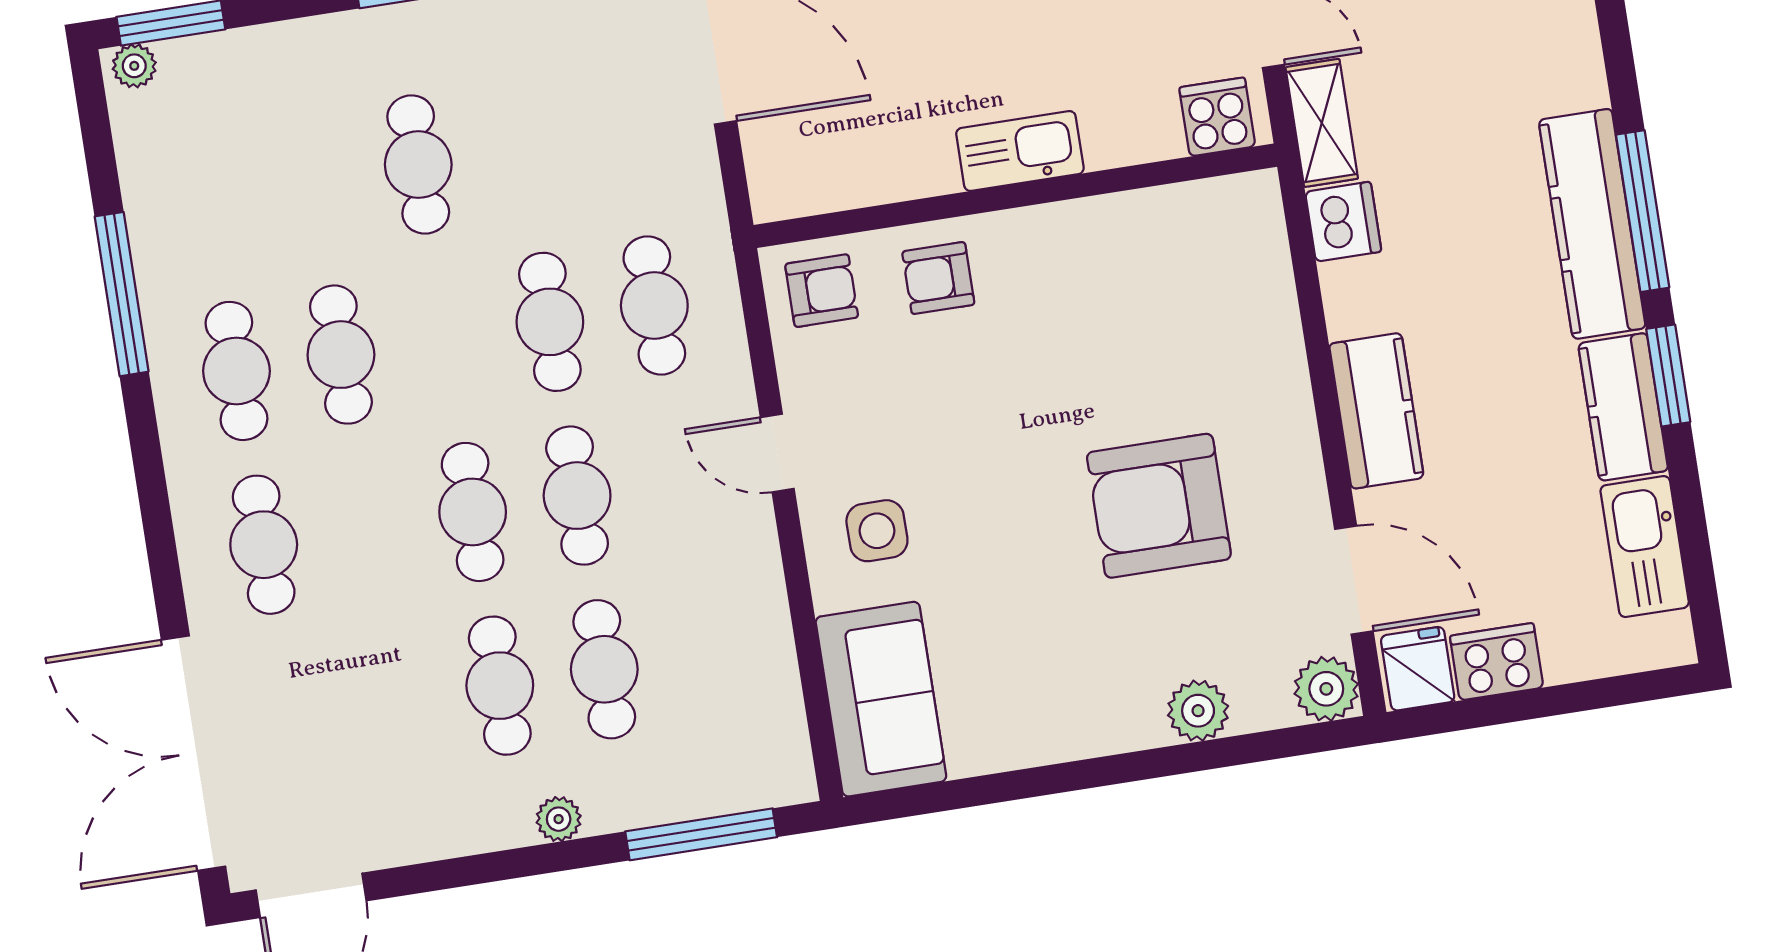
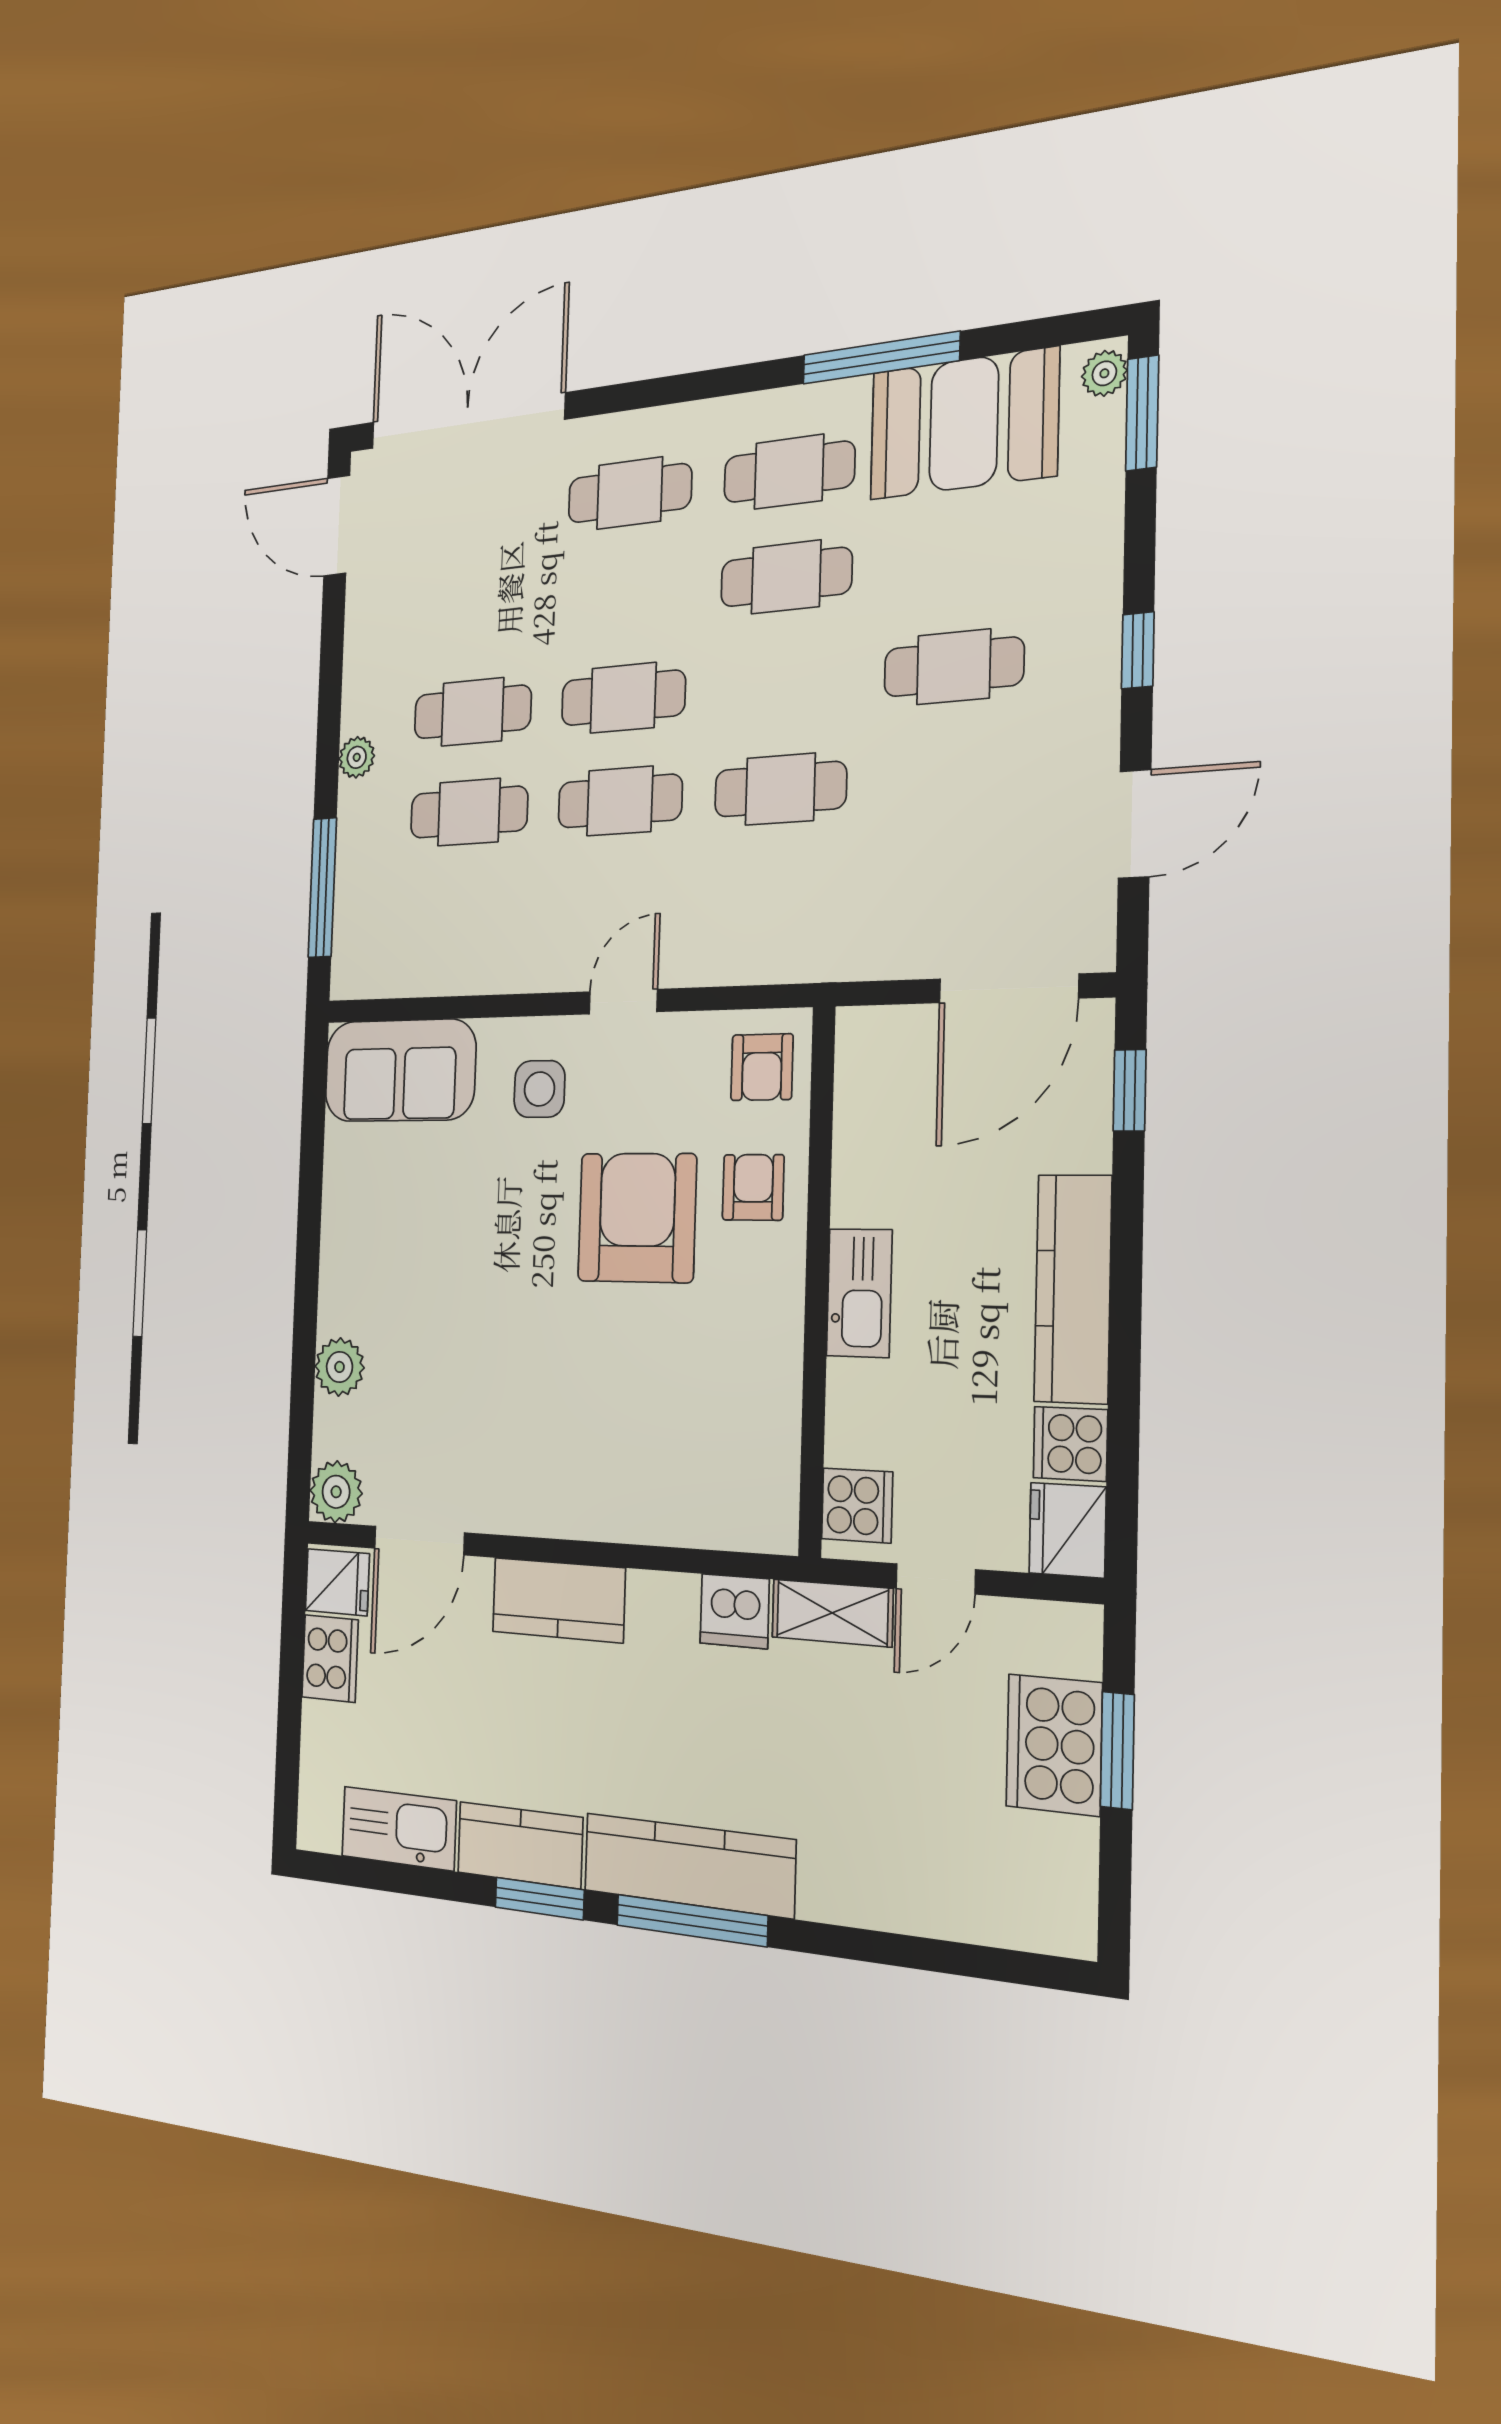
booth: (185, 196) -> (964, 424), added
cafe table: (654, 306) -> (777, 896), removed
armchair: (1159, 506) -> (637, 1218), moved

